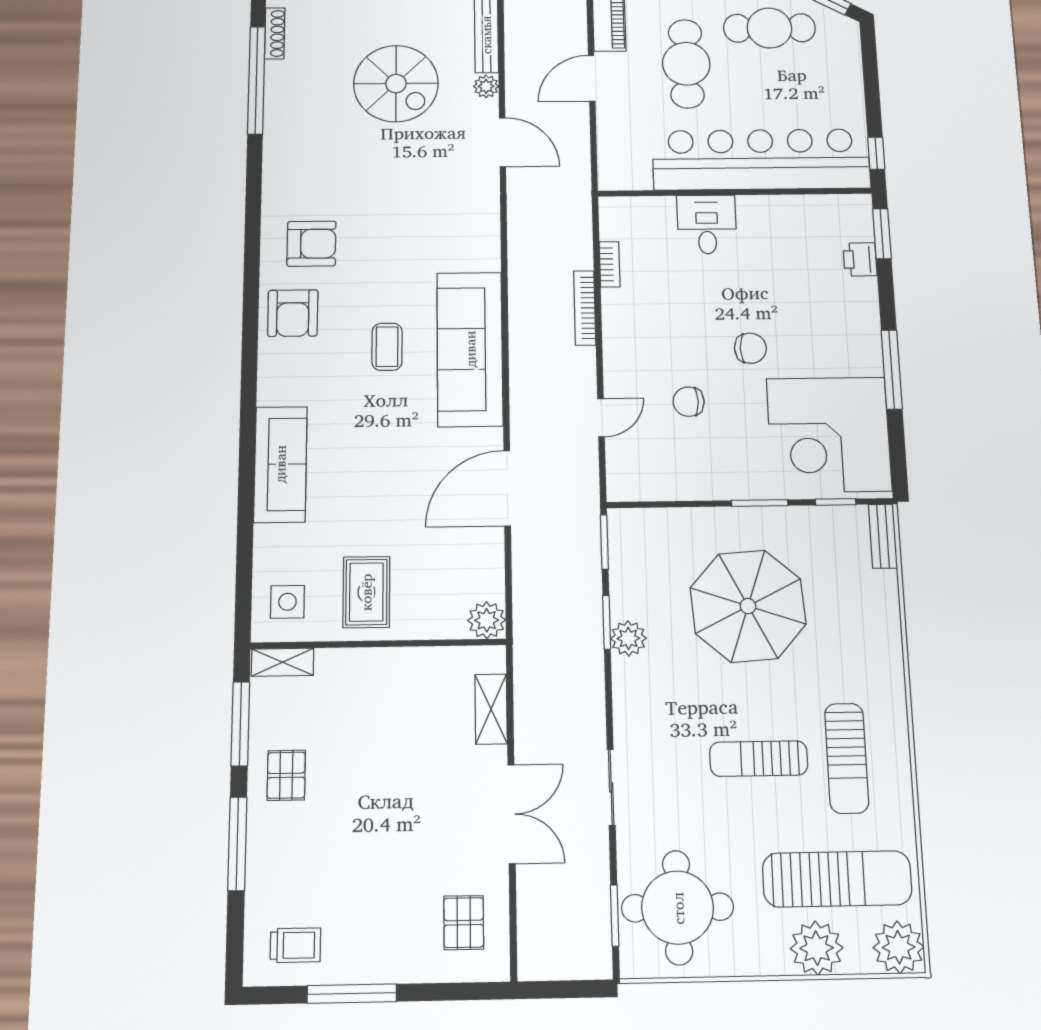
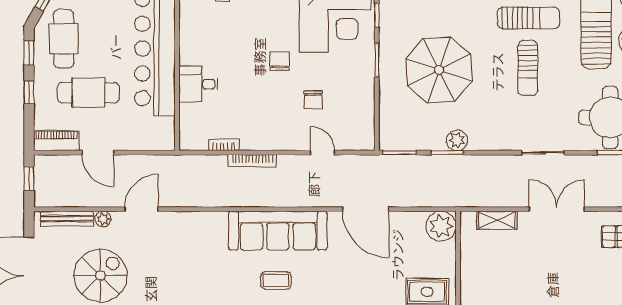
plant: (487, 620) -> (441, 226), width x1.36, depth x1.36

